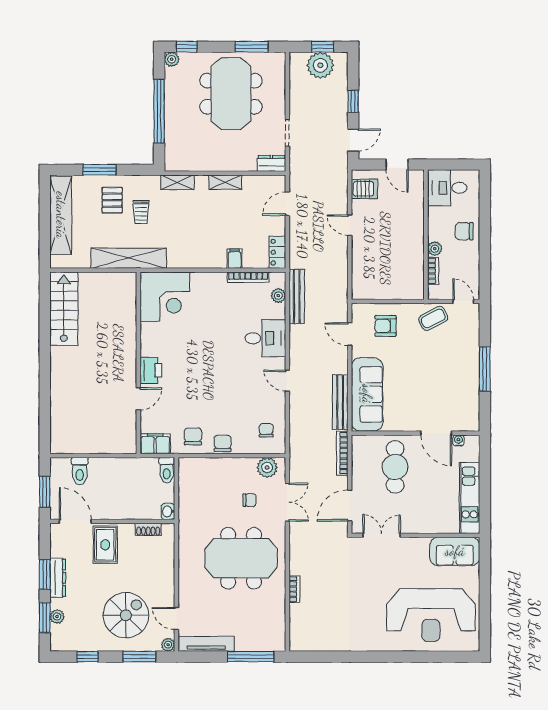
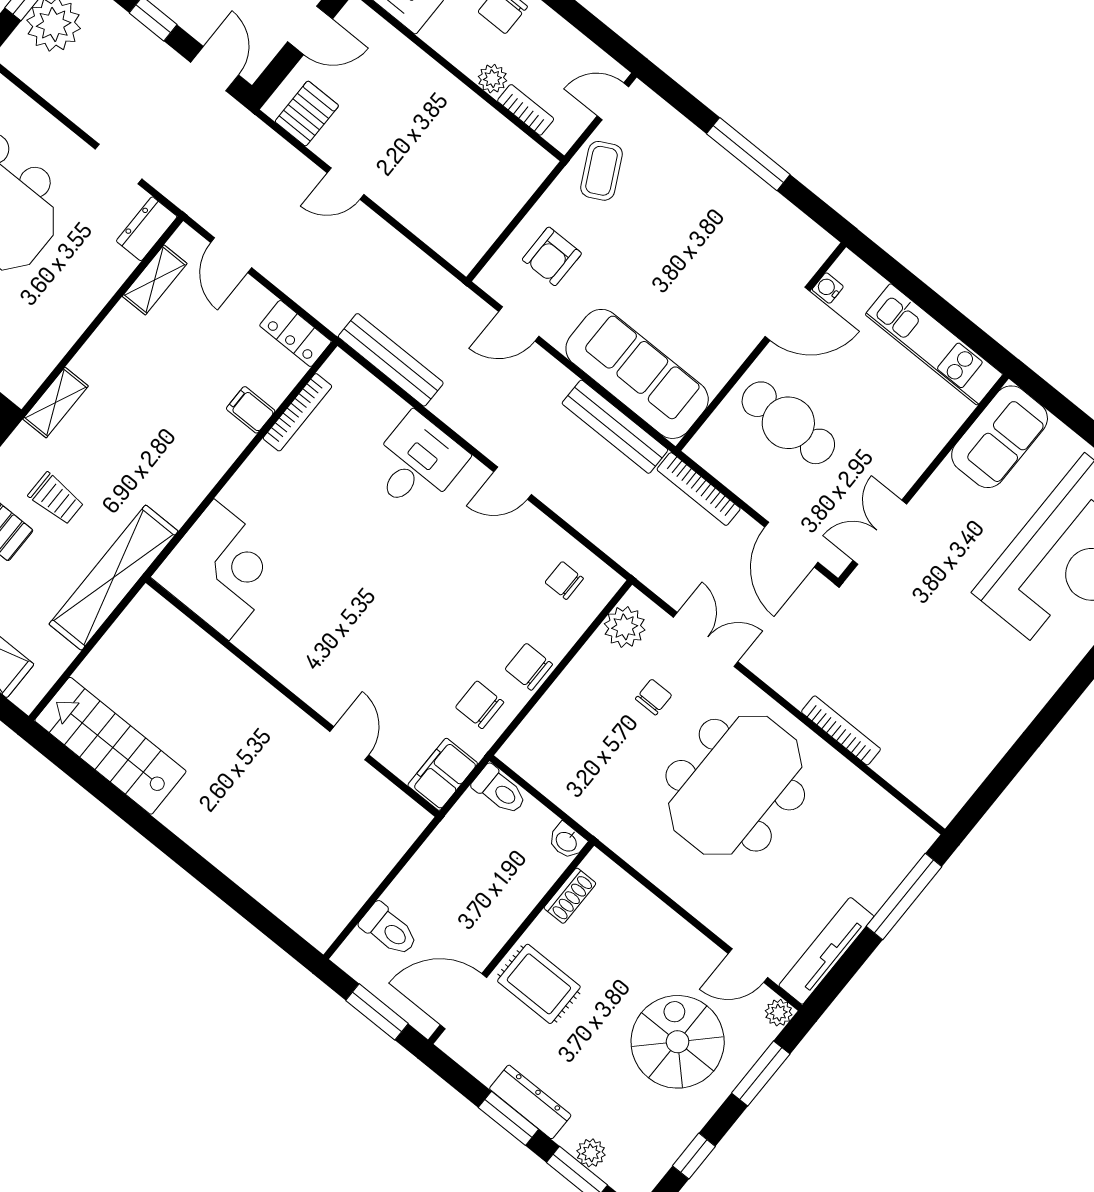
shelving: (225, 182) -> (155, 280), moved
plant: (278, 296) -> (366, 388), removed
printer: (151, 370) -> (320, 687), removed
bookcase: (294, 589) -> (841, 730), width x1.56

